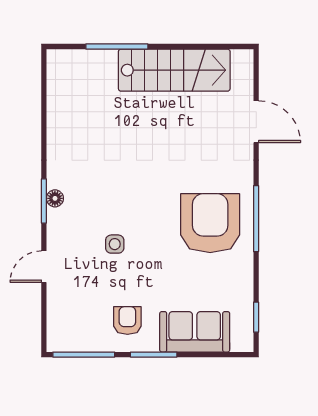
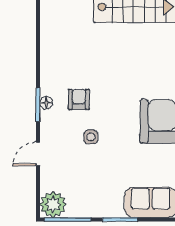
armchair: (127, 321) -> (79, 99), moved
plant: (64, 334) -> (53, 204), added

